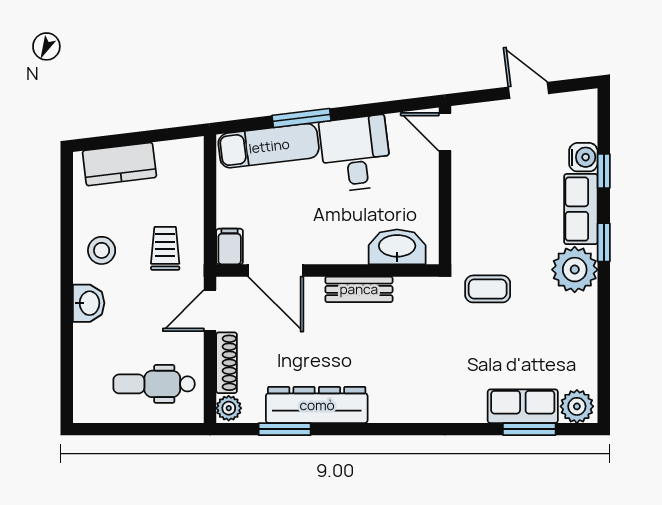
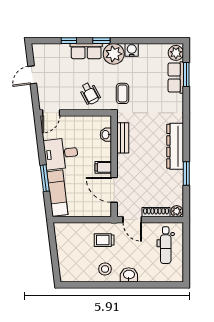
water cooler: (583, 157) -> (132, 50), moved
kitchen counter: (119, 164) -> (66, 261), removed
wheelchair: (488, 217) -> (90, 93), added
filing cabinet: (230, 247) -> (103, 167), moved
washbasin: (397, 247) -> (106, 135), width x0.52, depth x0.69
door: (276, 270) -> (114, 190), swing flipped
bench: (359, 289) -> (123, 138), moved
dresser: (317, 405) -> (175, 146), moved
window: (285, 429) -> (186, 173), moved

